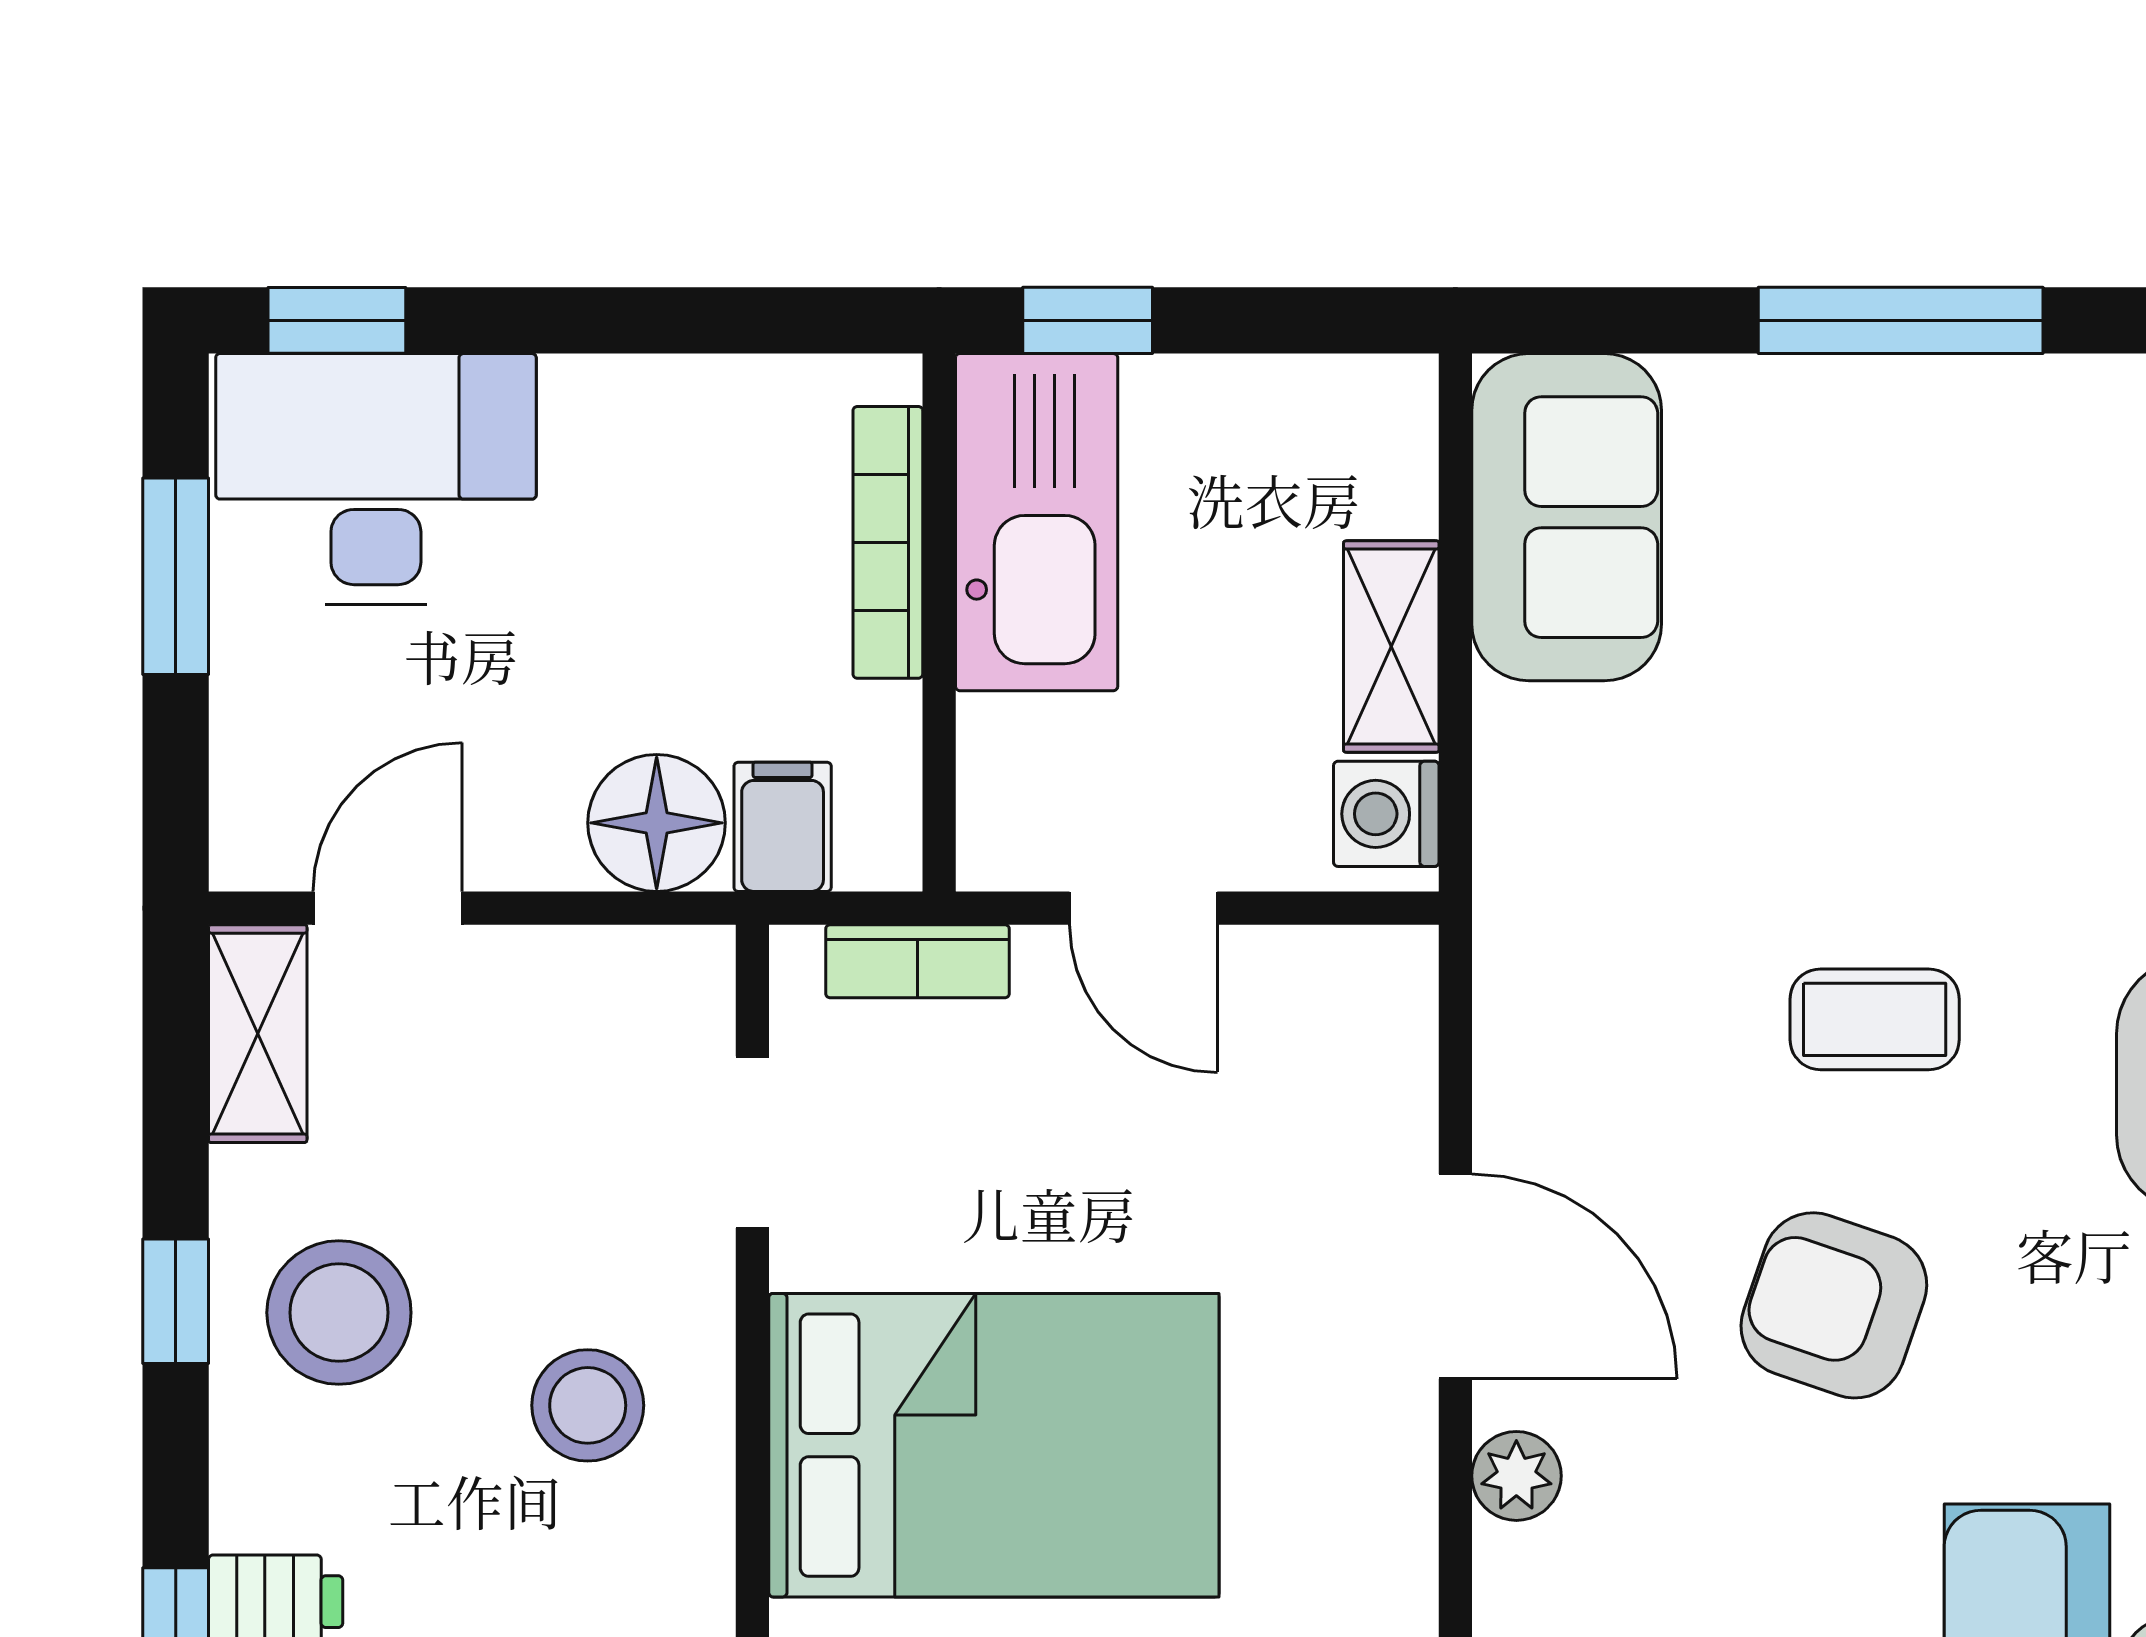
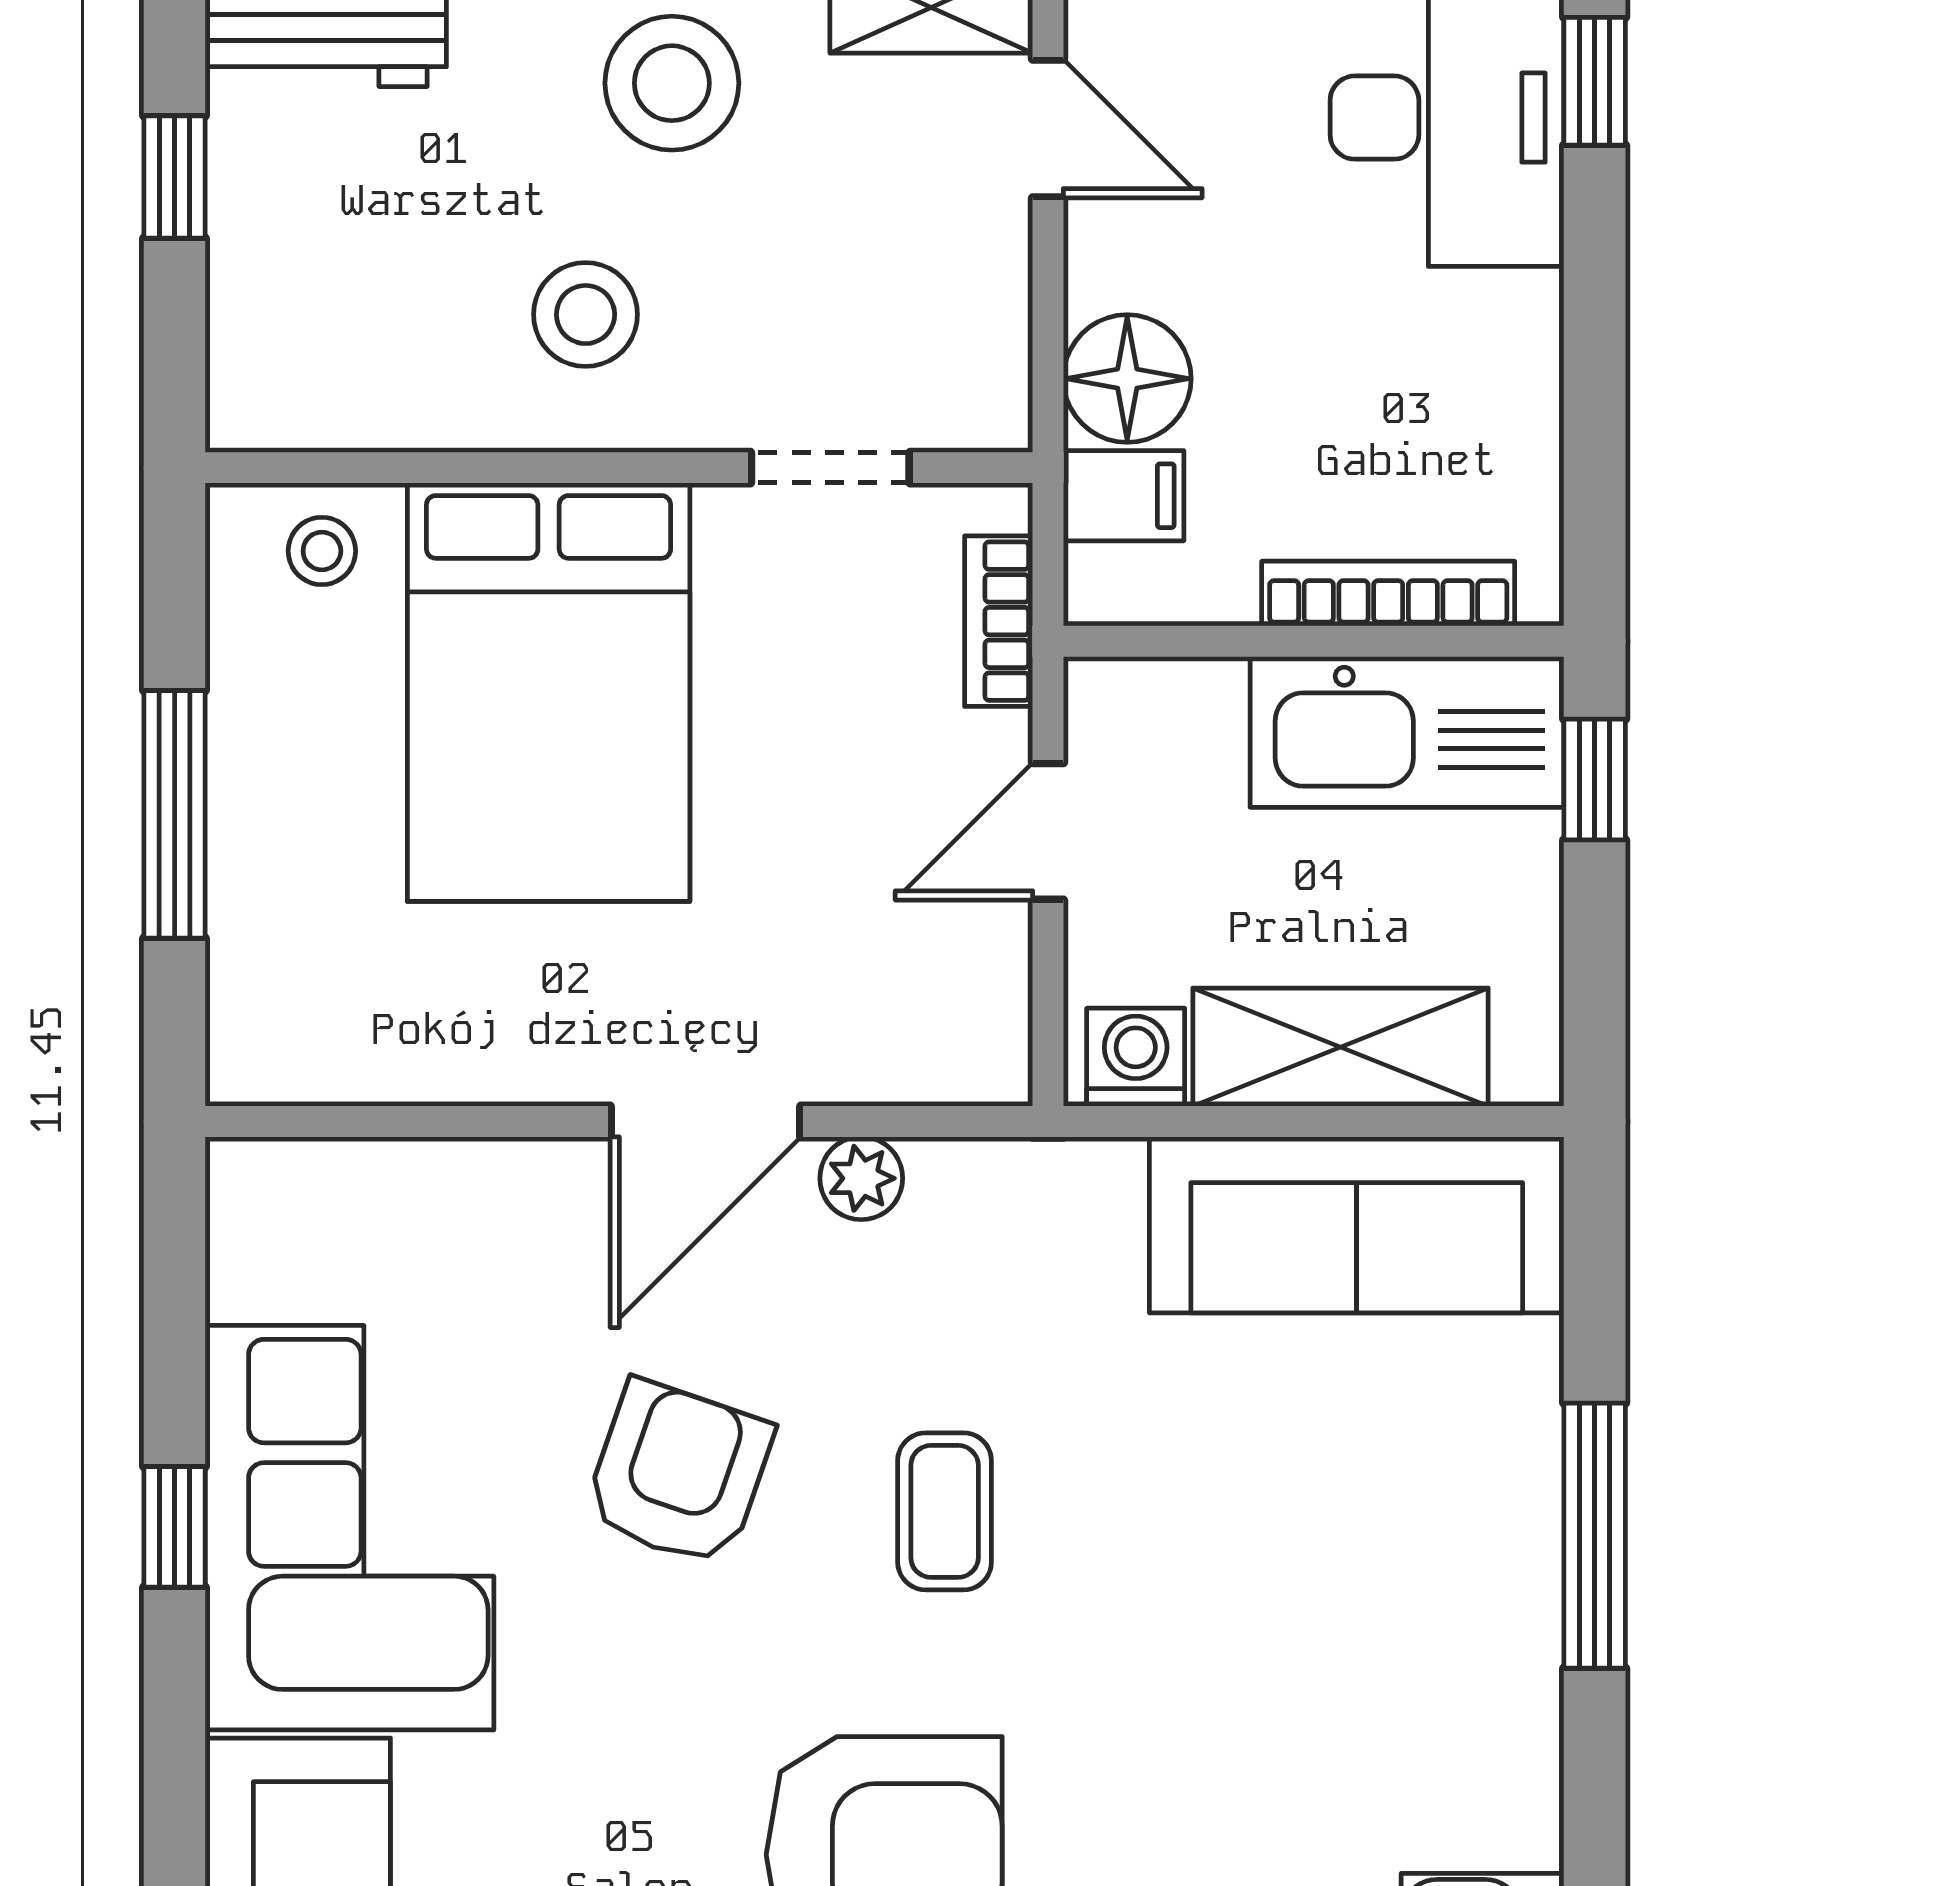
sofa: (1567, 517) -> (1357, 1225), width x1.36
shelving: (1391, 647) -> (1340, 1047), width x1.50, depth x1.33
plant: (1516, 1476) -> (861, 1178), moved

